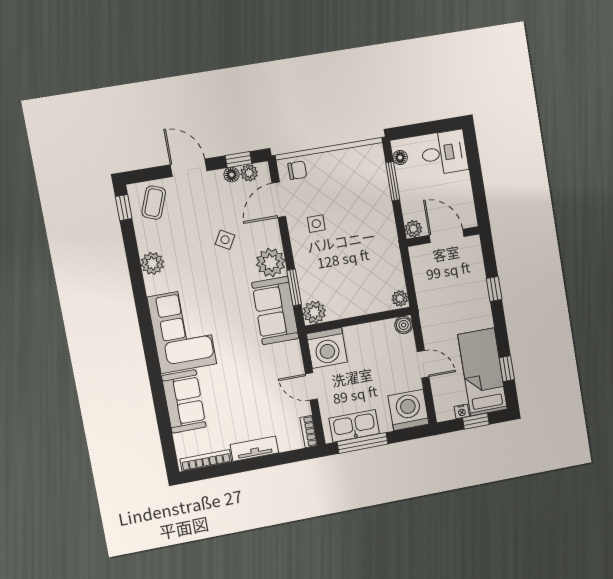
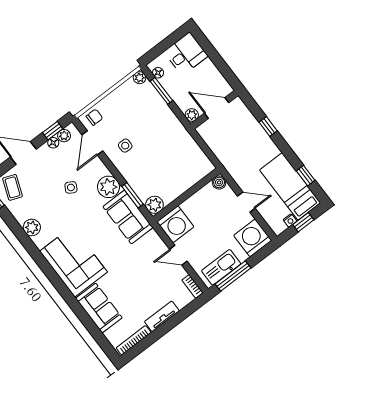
plant: (400, 298) -> (140, 78), moved

